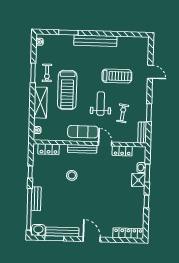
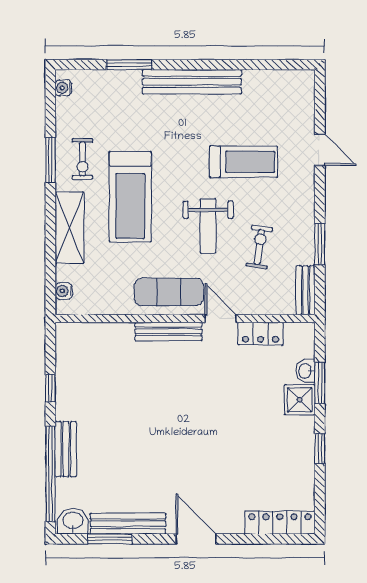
weight bench: (101, 104) -> (208, 226), turned 180
locker: (49, 149) -> (91, 334), removed
stool: (72, 175) -> (146, 393), removed

